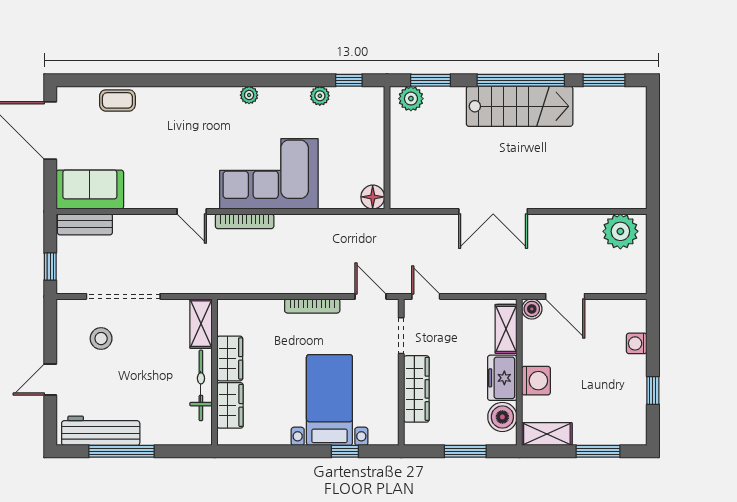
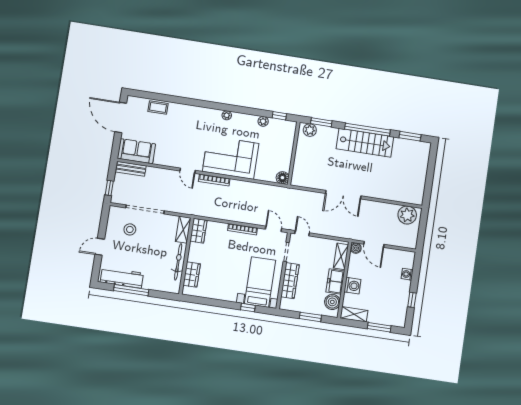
wardrobe: (230, 358) -> (198, 231), moved
bed with nightstands: (329, 400) -> (260, 282), moved

